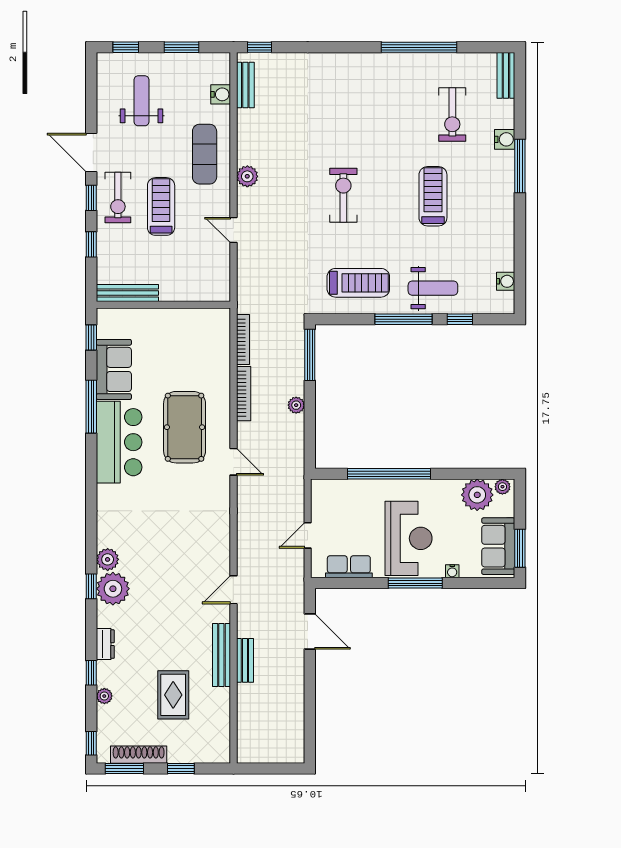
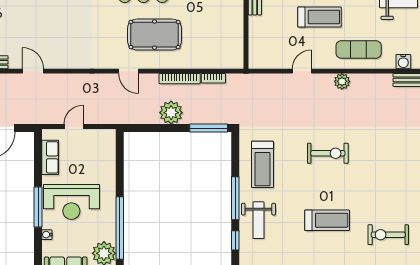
bookcase: (243, 339) -> (213, 78), width x0.64
plant: (296, 405) -> (171, 113), width x1.87, depth x1.87
door: (233, 462) -> (129, 71), hinge flipped
window: (389, 474) -> (120, 228), moved
door: (308, 535) -> (74, 127), hinge flipped

